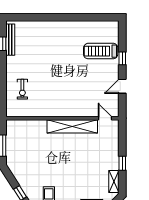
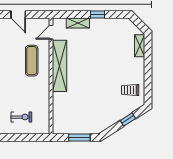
exercise mat: (77, 99) -> (32, 61), added
shelving: (114, 181) -> (78, 23), moved

